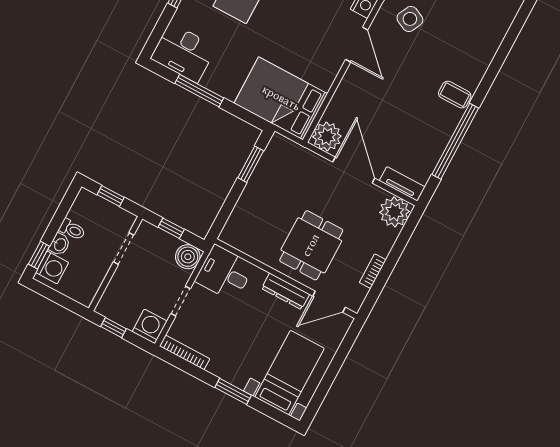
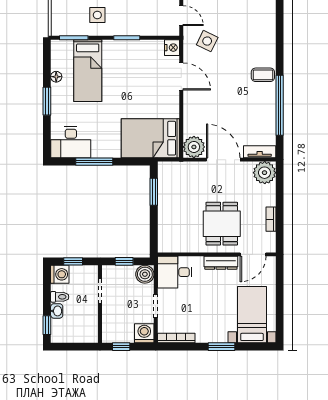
washing machine: (52, 268) -> (60, 274), moved

